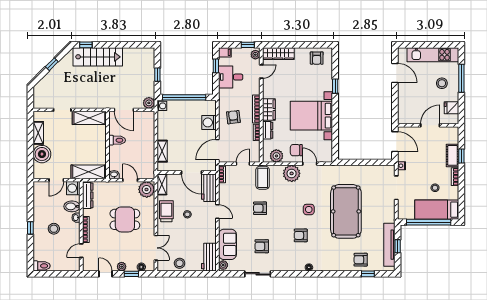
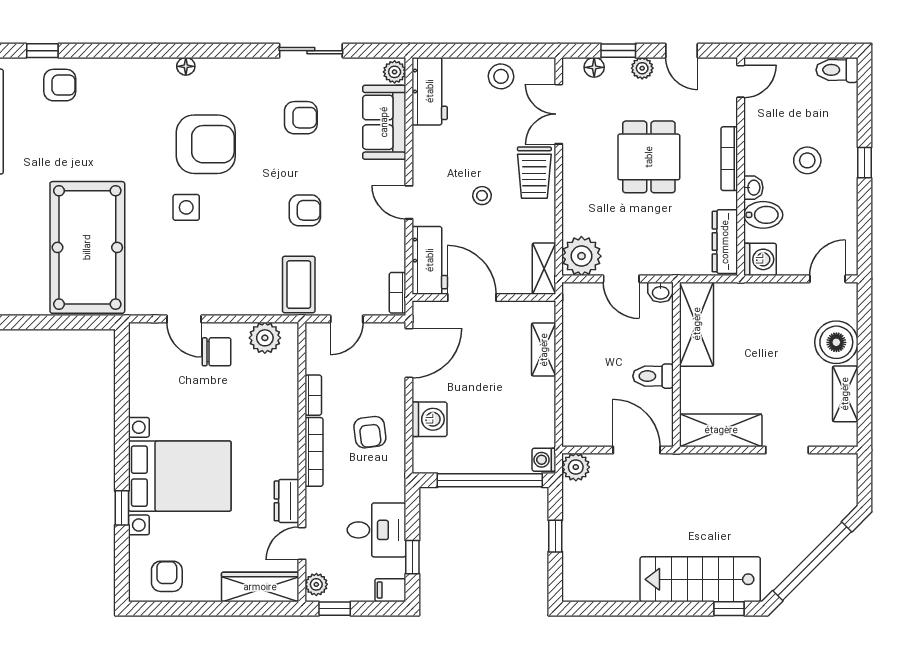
window: (52, 64) -> (812, 561), width x3.17
wardrobe: (269, 110) -> (283, 451), removed
bed with nightstands: (311, 116) -> (180, 476), moved
dresser: (268, 130) -> (287, 501), moved
shelving: (89, 172) -> (697, 324), moved, turned 90
plant: (292, 173) -> (228, 295), removed
door: (56, 180) -> (828, 279), moved
trolley: (166, 211) -> (534, 173), moved
pool table: (346, 211) -> (87, 247), moved
dining table: (125, 219) -> (649, 157), moved, turned 90
armchair: (301, 235) -> (206, 144), width x1.88, depth x1.88
door: (81, 251) -> (741, 81), moved

